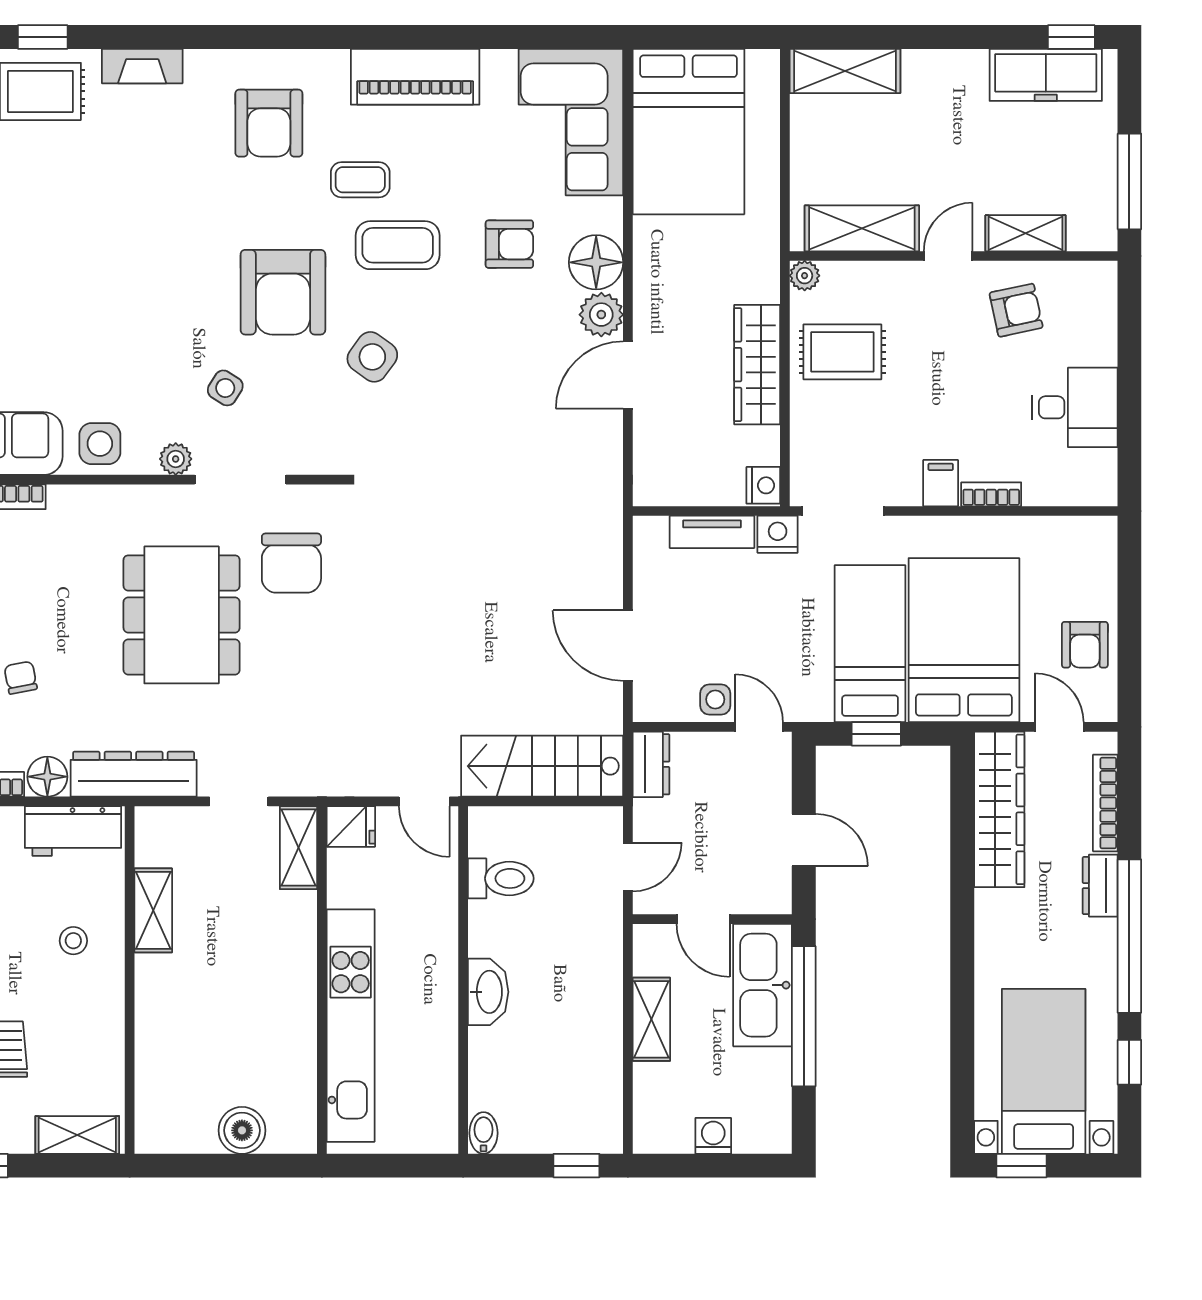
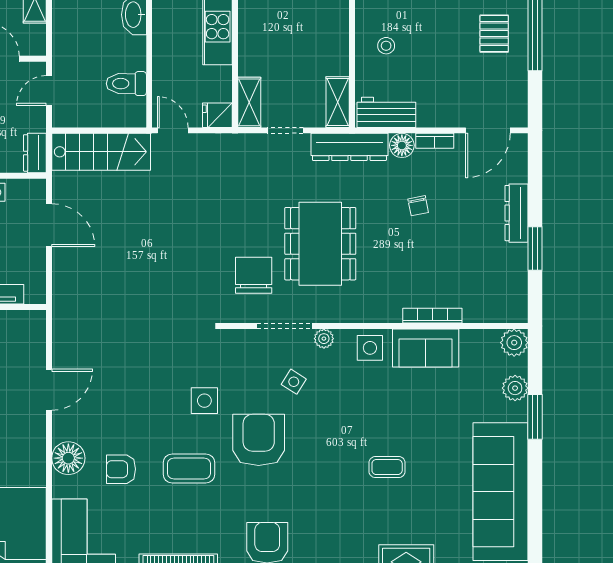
coffee table: (360, 180) -> (387, 467), moved
plant: (601, 315) -> (65, 426), removed
side table: (372, 357) -> (204, 401), turned -36
shelving: (153, 910) -> (338, 102), moved

